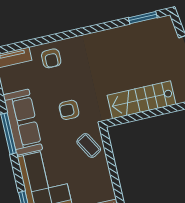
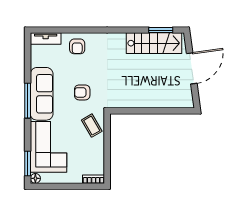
stairs: (141, 100) -> (154, 43), moved, turned 180

